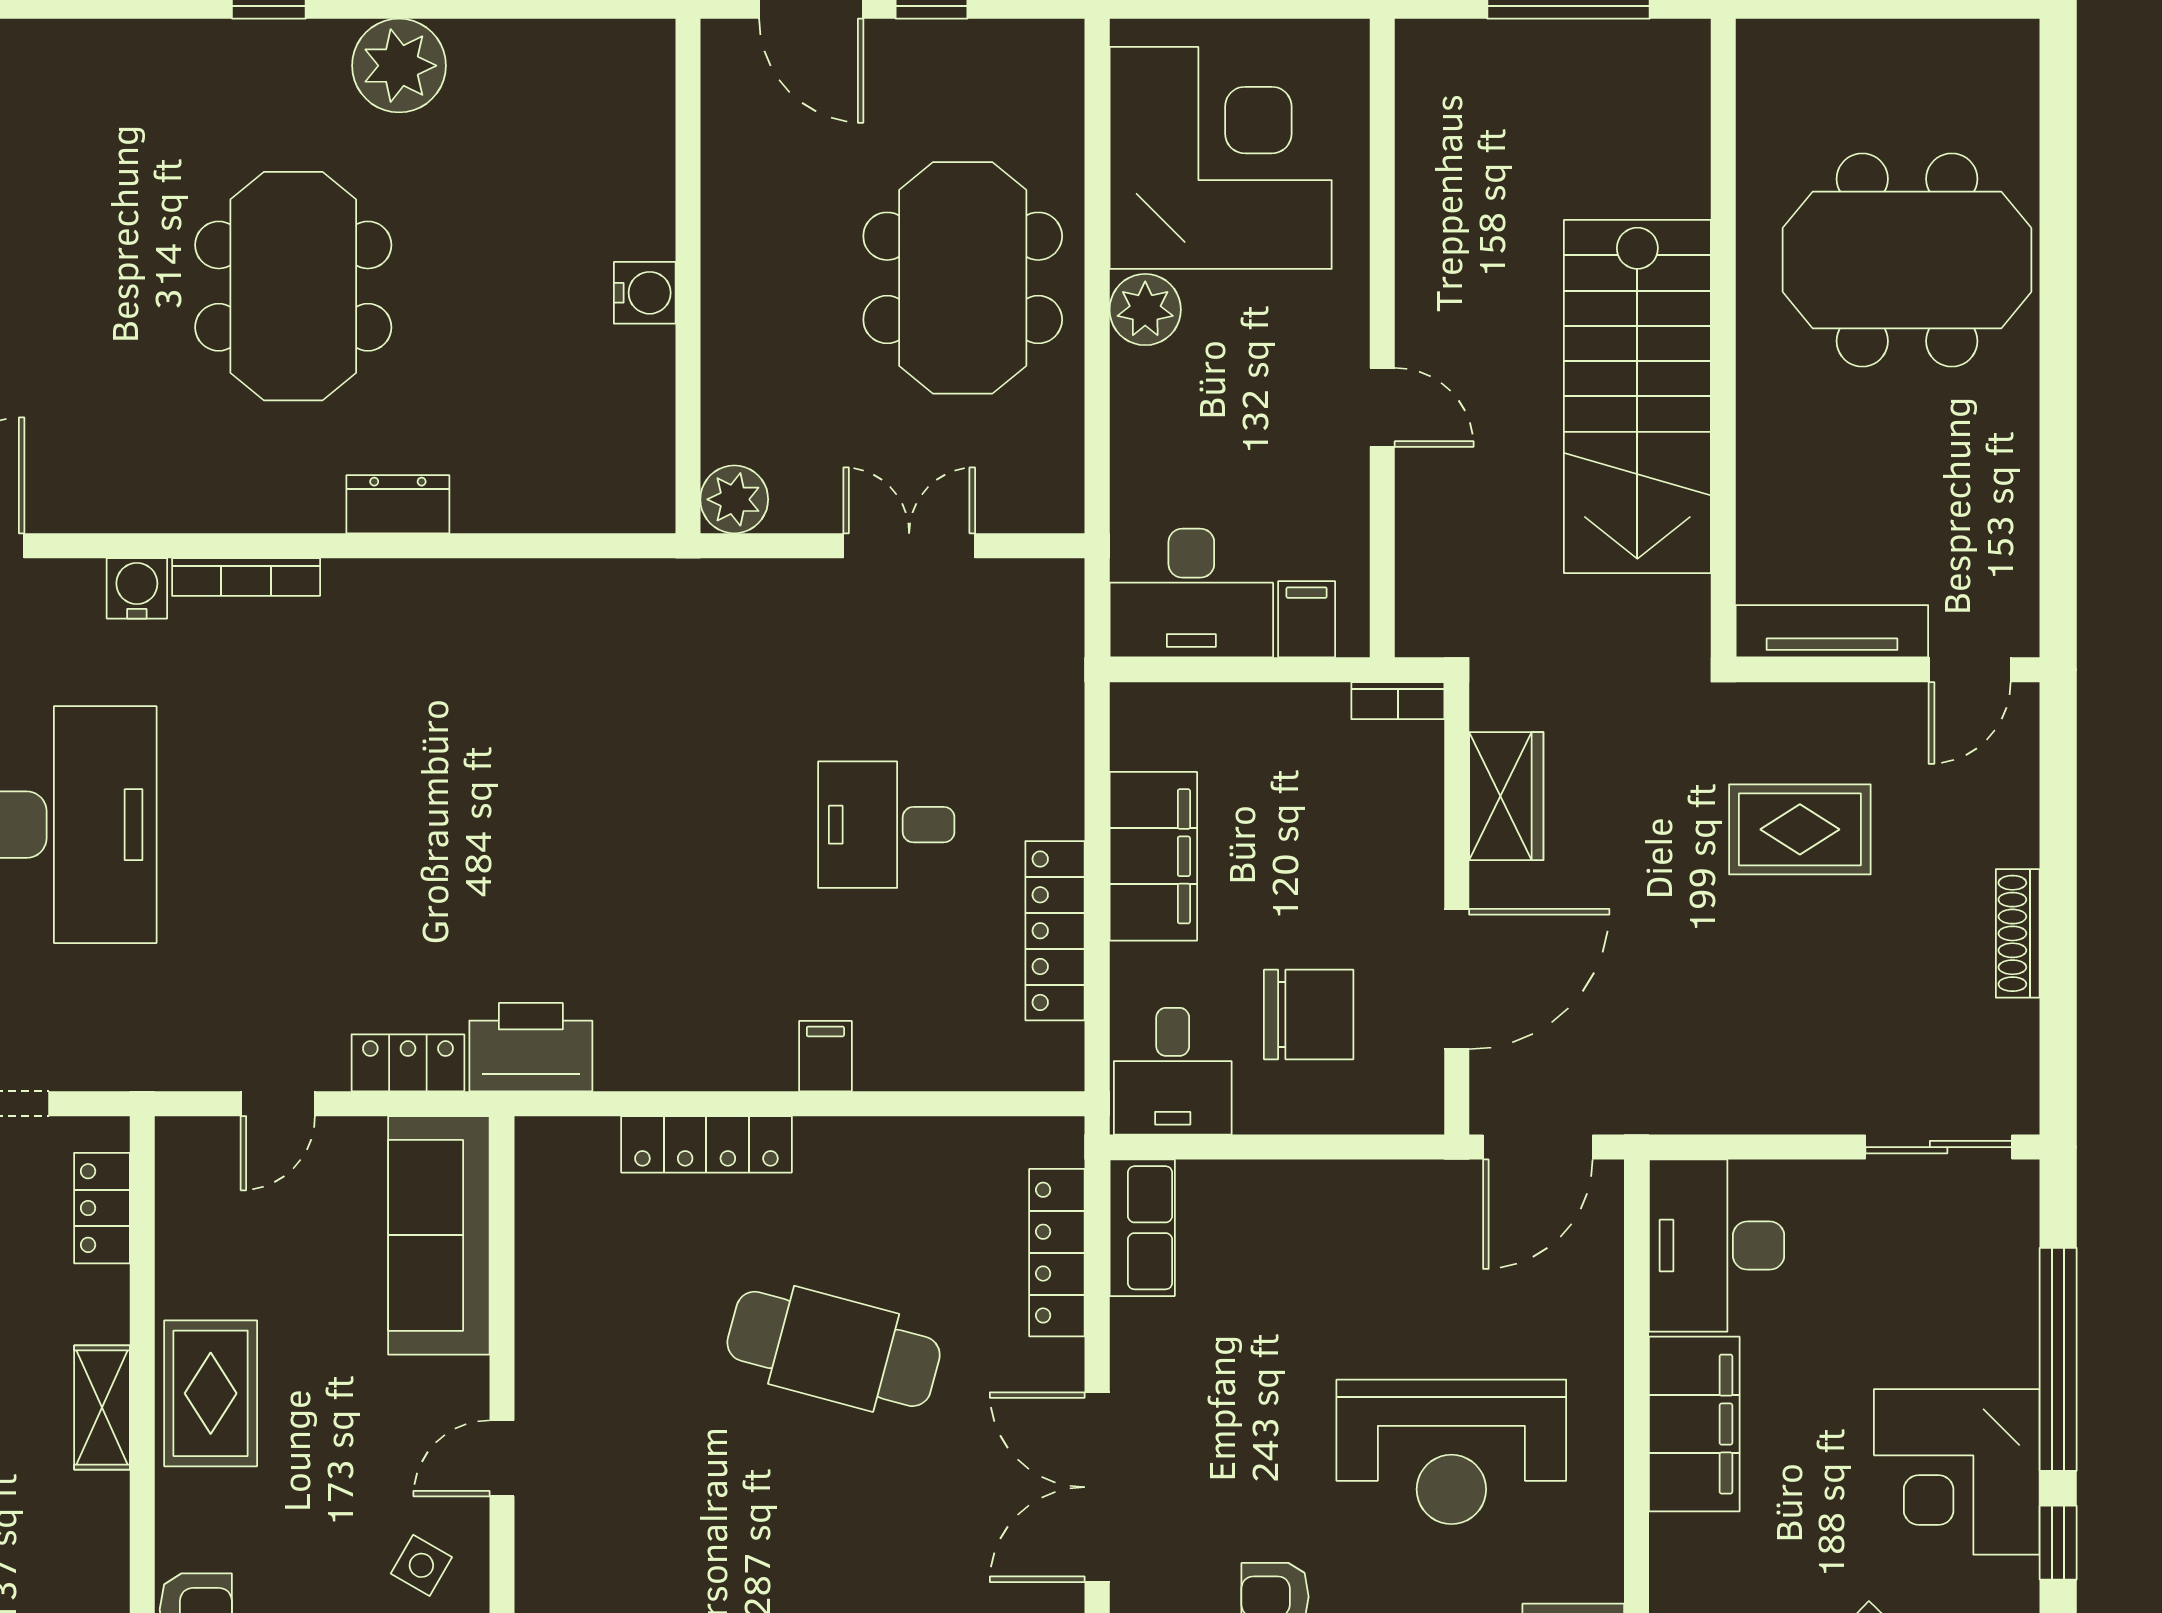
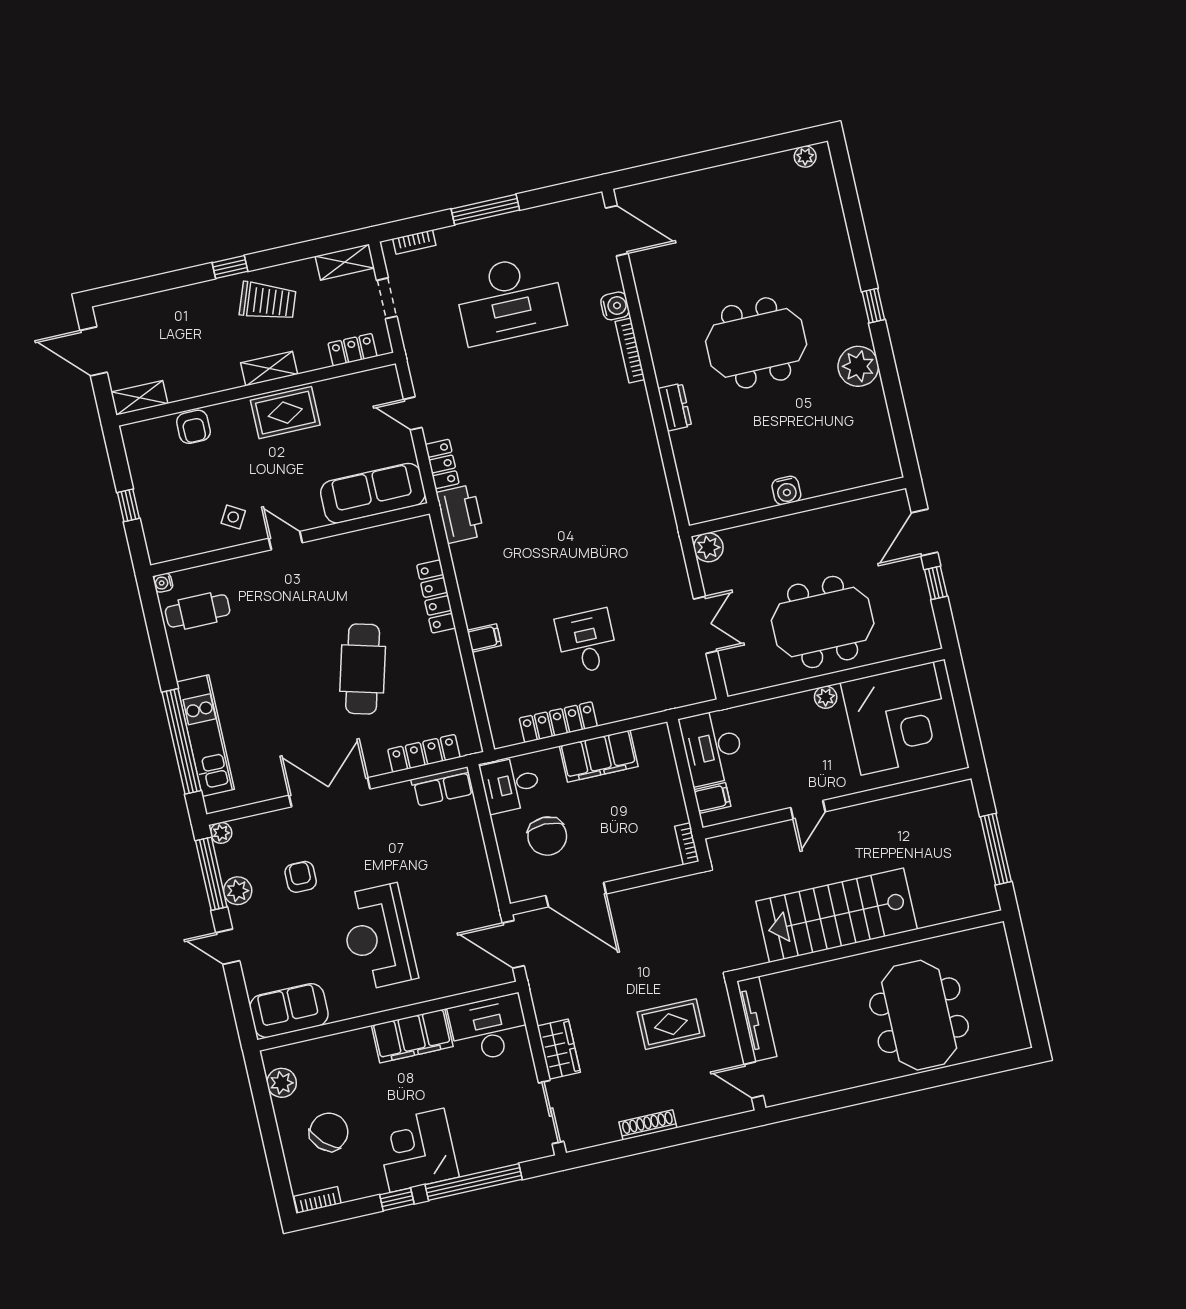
plant: (1145, 310) -> (826, 697), width x0.73, depth x0.73
wardrobe: (1506, 796) -> (559, 1049), moved, turned -90
rug: (1800, 829) -> (671, 1024), turned 90

